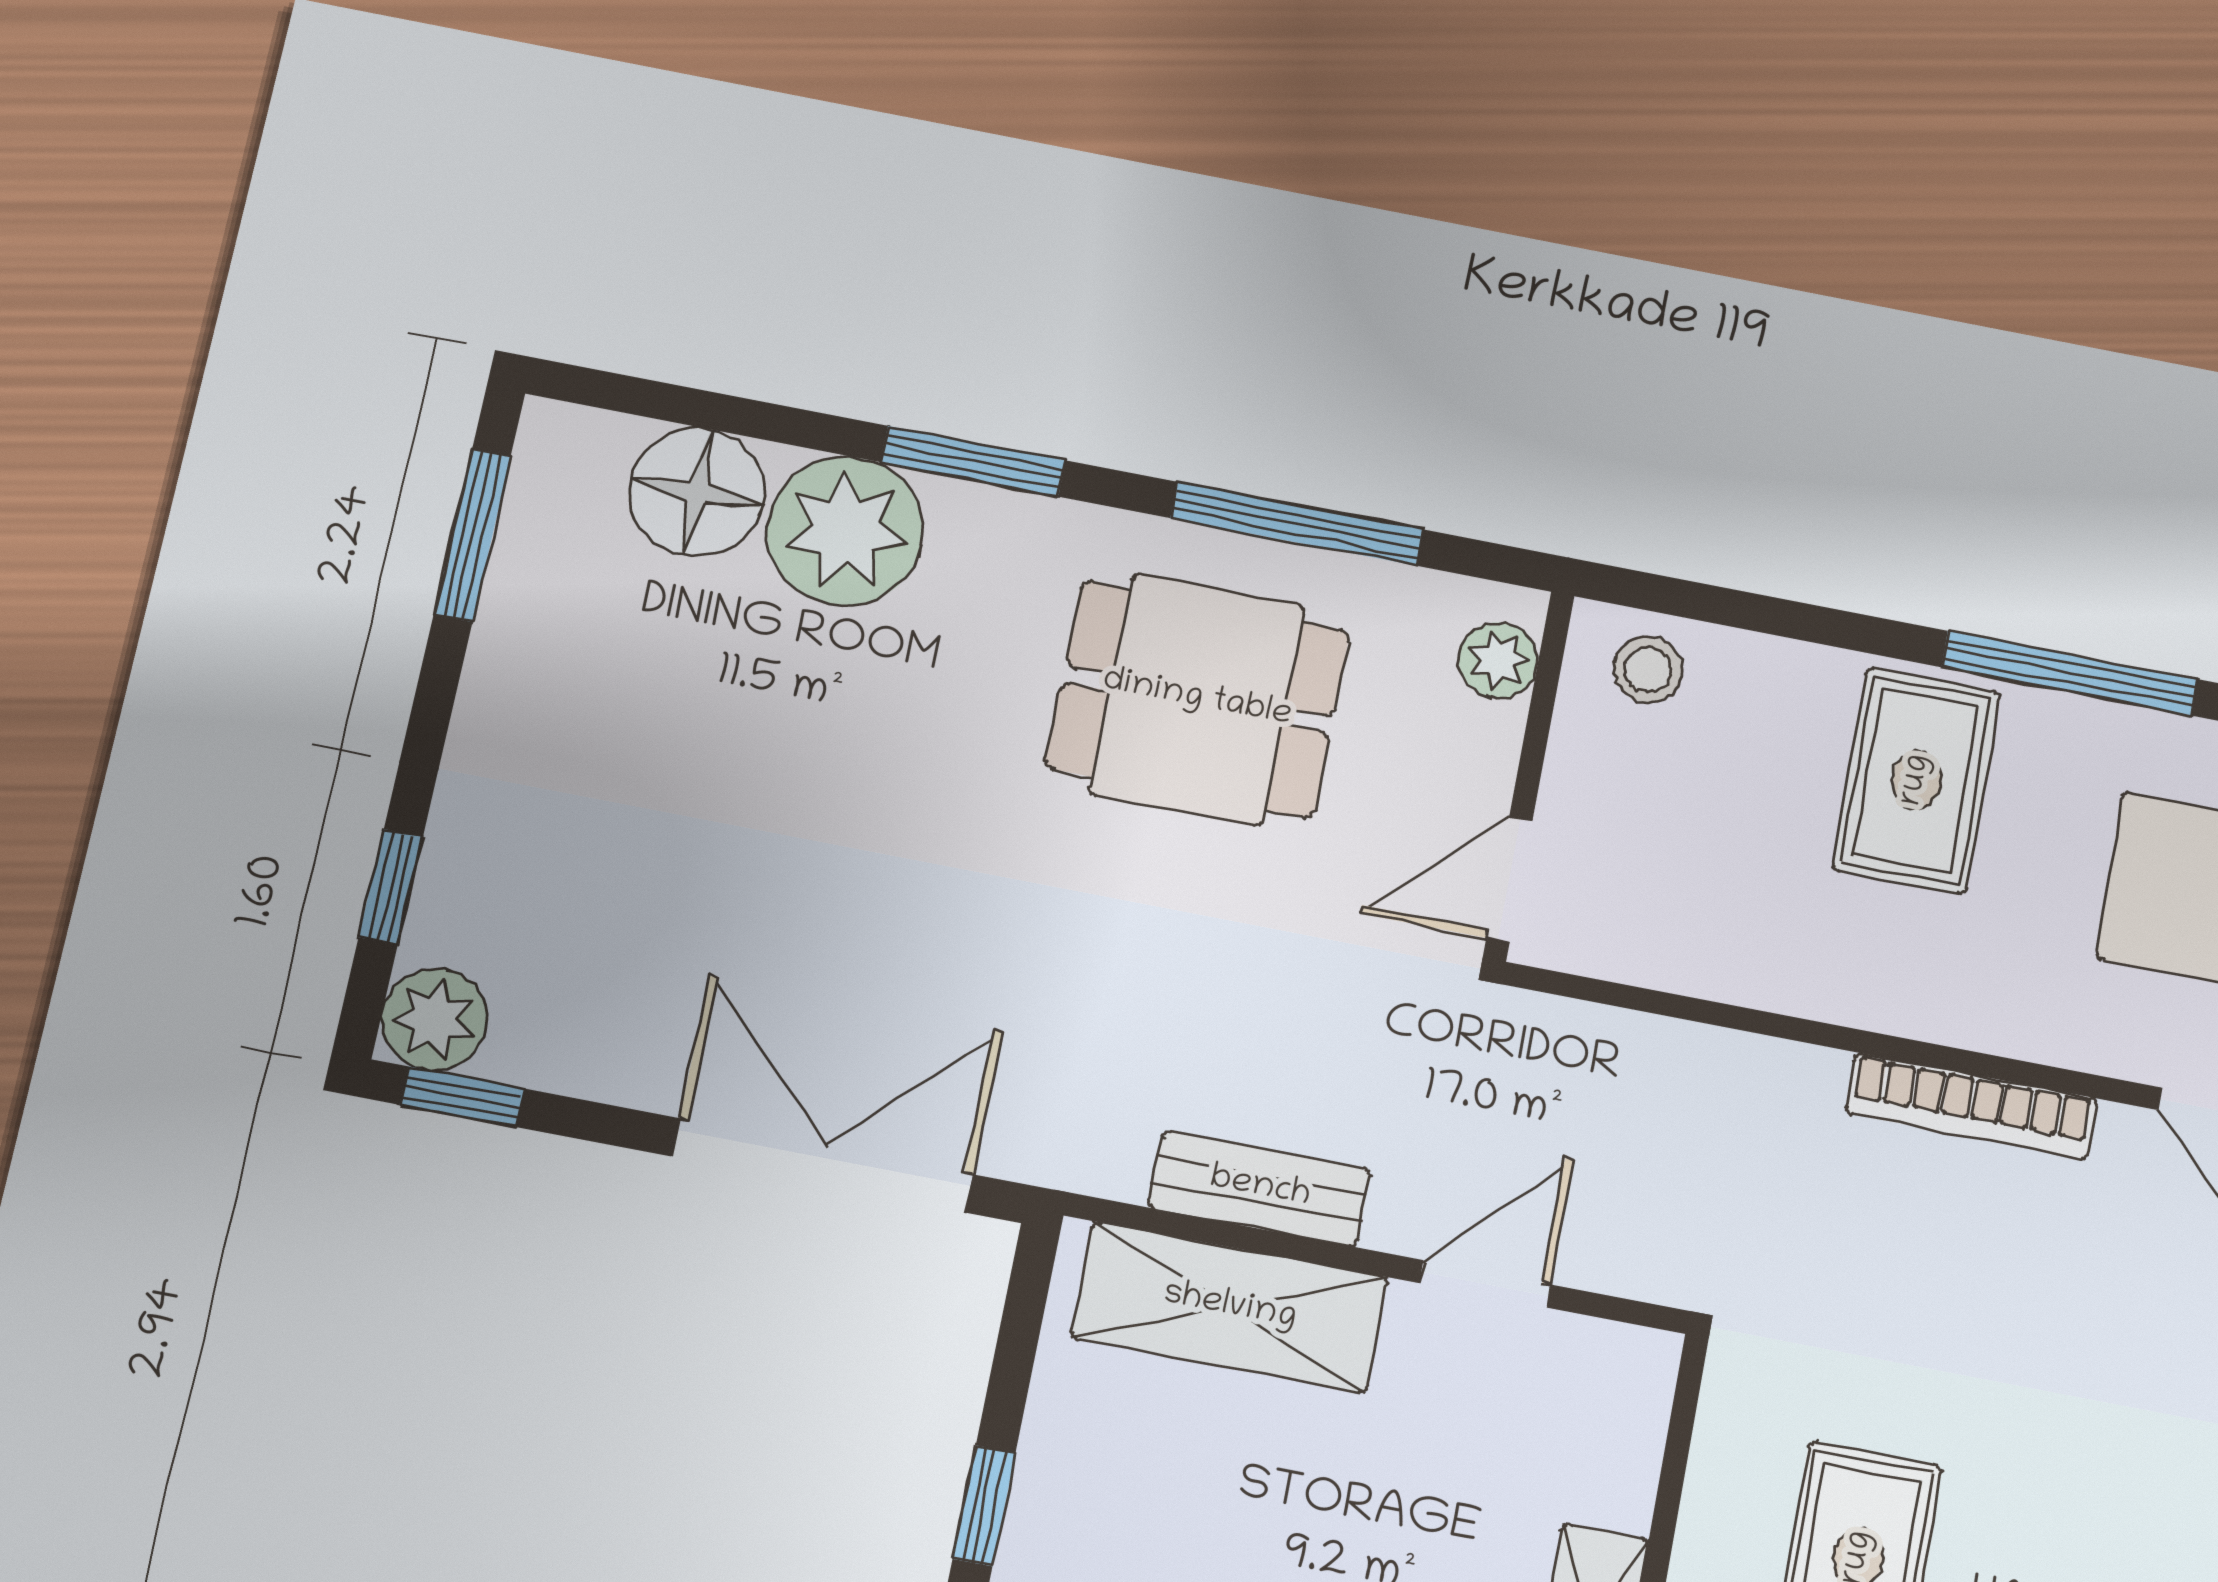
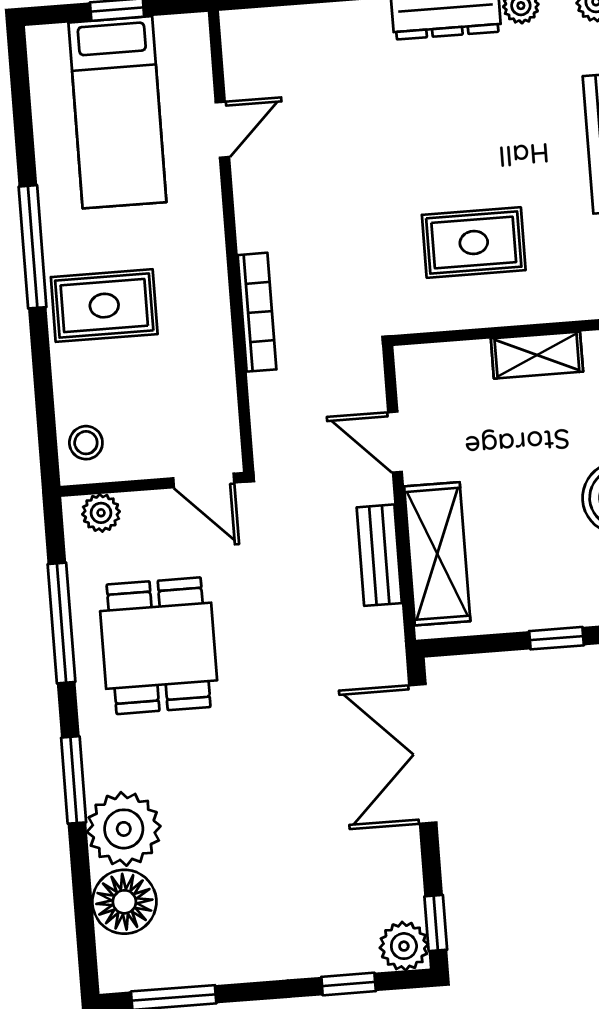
bookcase: (1972, 1106) -> (257, 312), moved

